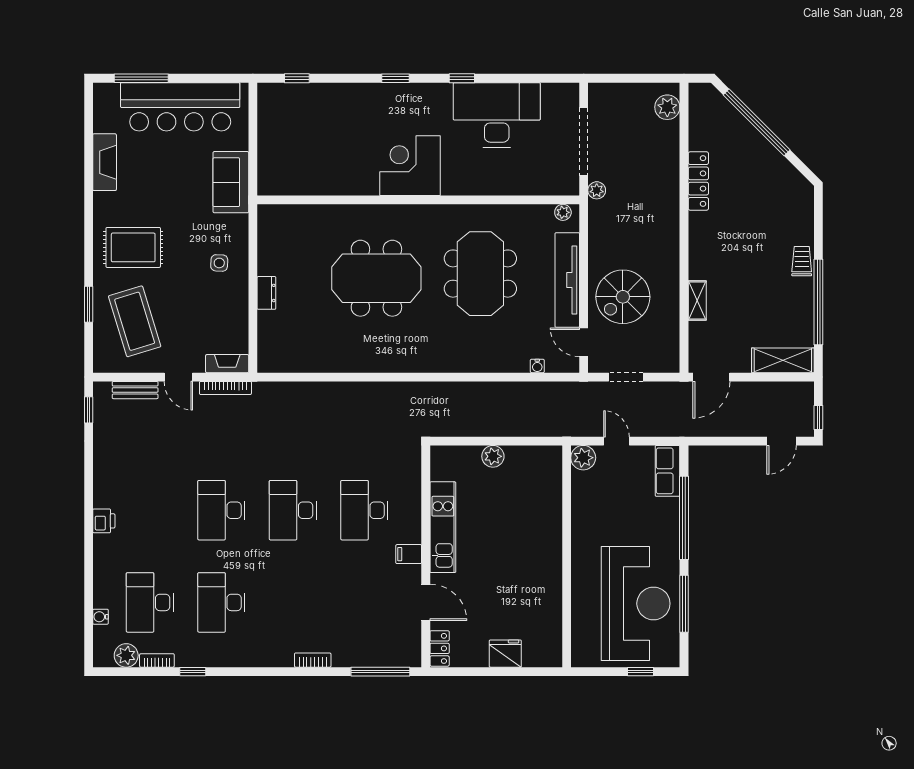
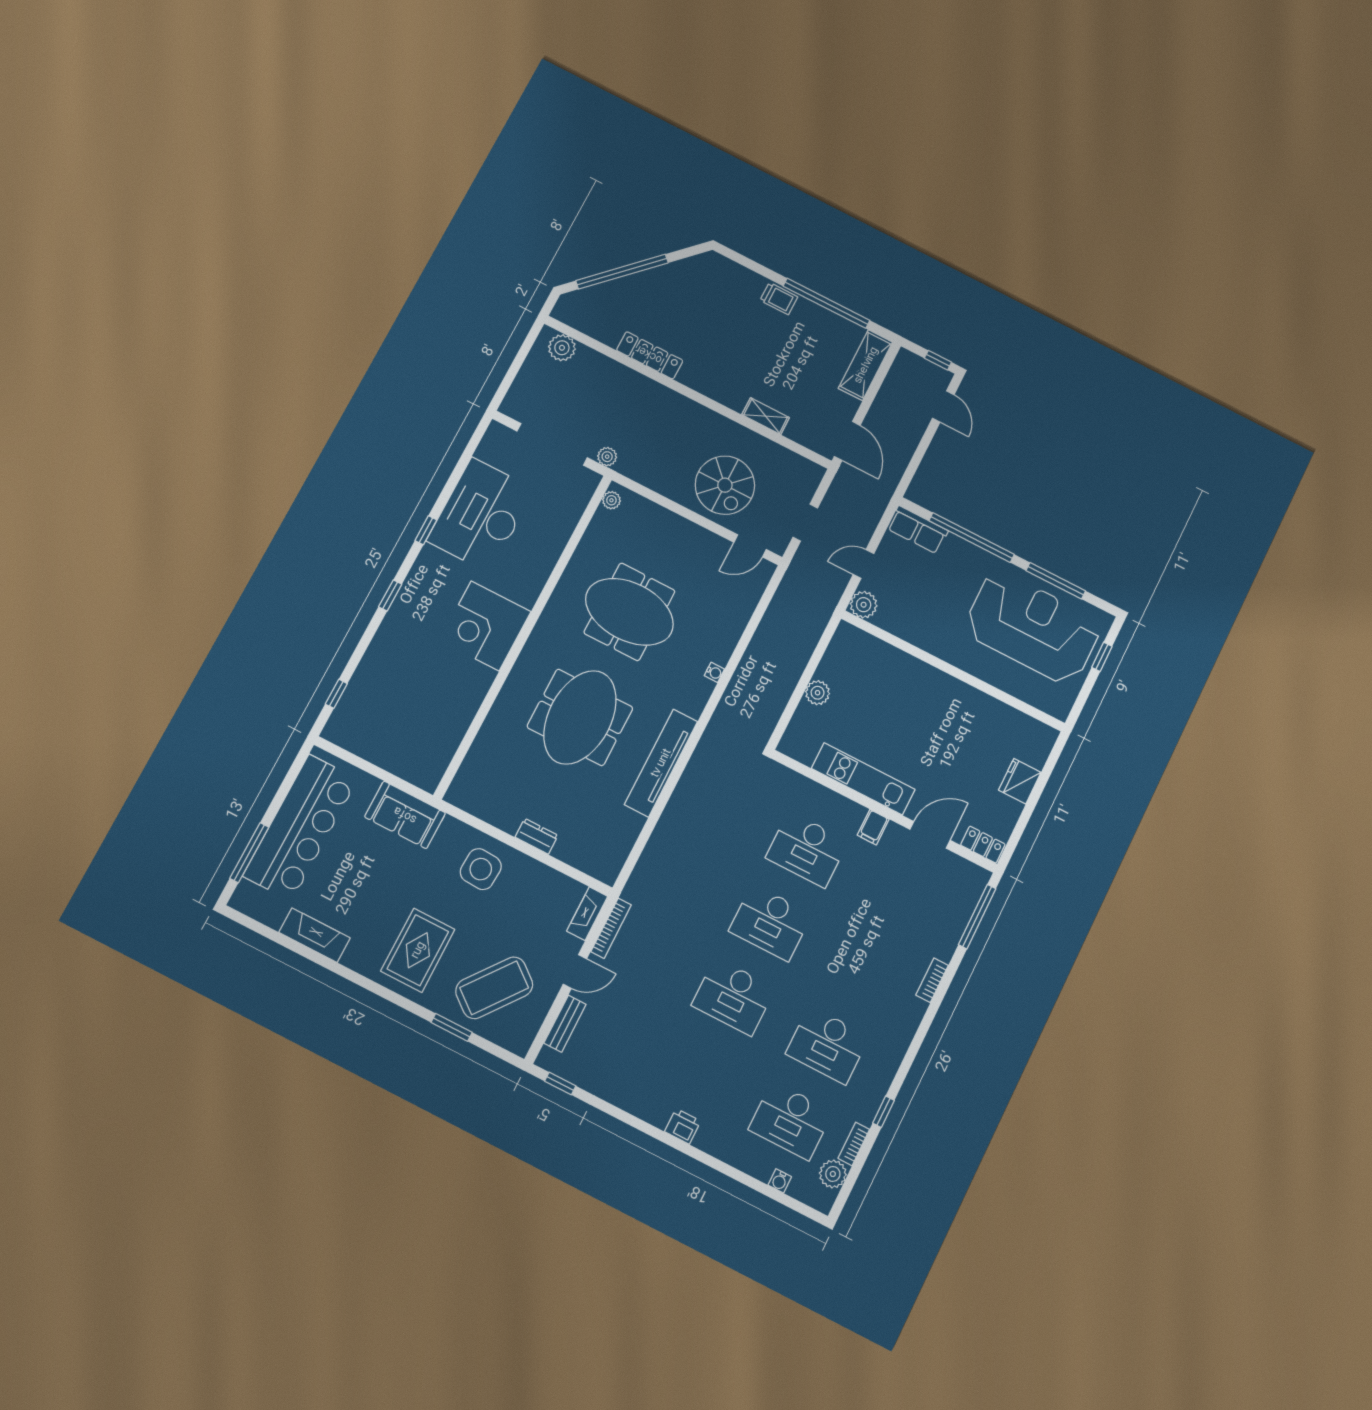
trolley: (802, 261) -> (779, 299), turned 180
side table: (219, 263) -> (481, 869), width x1.87, depth x1.87
tv unit: (567, 280) -> (661, 763), moved, turned 90
coffee table: (135, 321) -> (494, 988), turned -35
water cooler: (537, 366) -> (714, 672), moved

